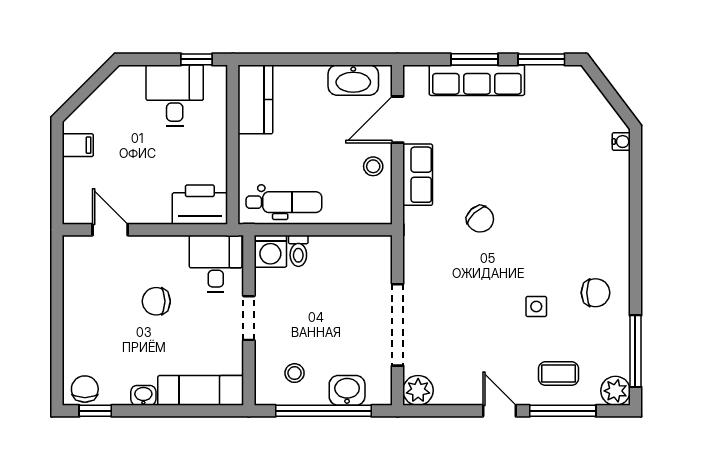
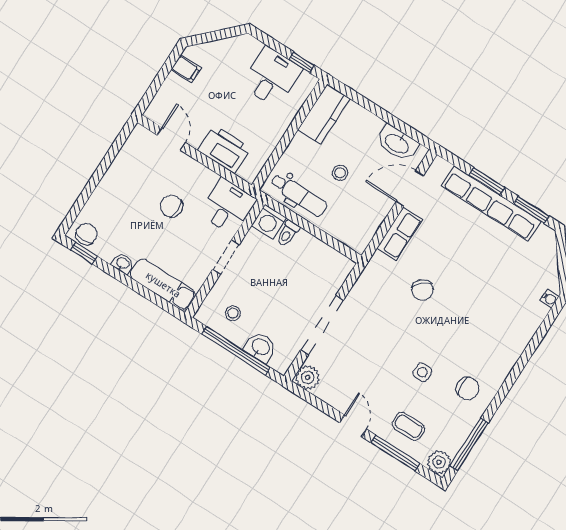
row of seats: (477, 80) -> (491, 203), width x1.36
stool: (373, 166) -> (340, 173), moved
printer: (200, 205) -> (224, 149), moved

